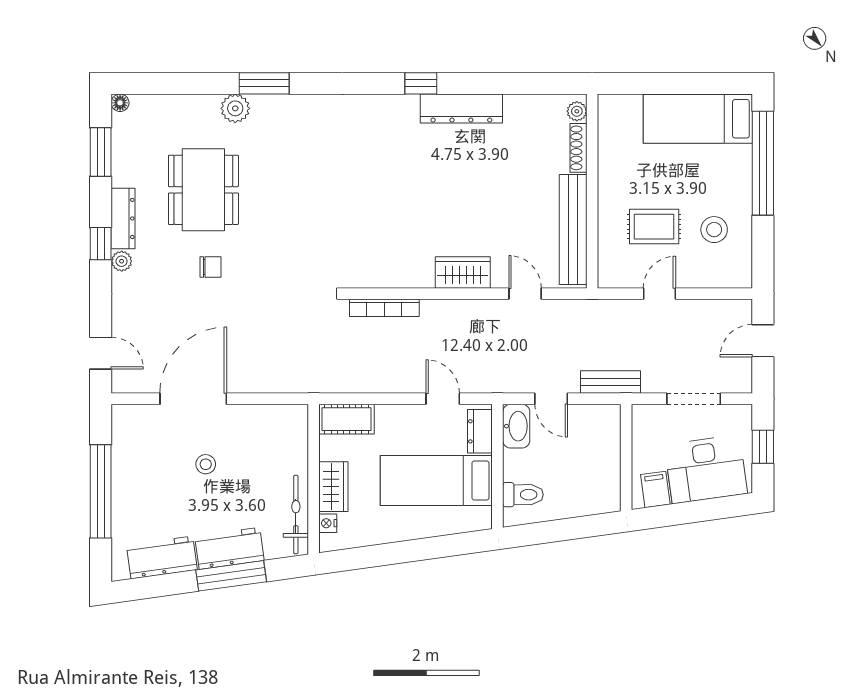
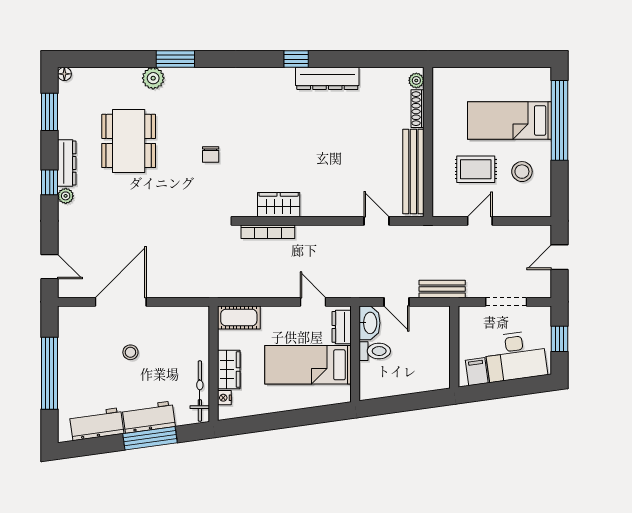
bed: (698, 119) -> (509, 120), moved
chair: (211, 267) -> (211, 154), moved, turned 90
wardrobe: (463, 273) -> (279, 205), moved
toilet: (523, 495) -> (375, 351), moved

